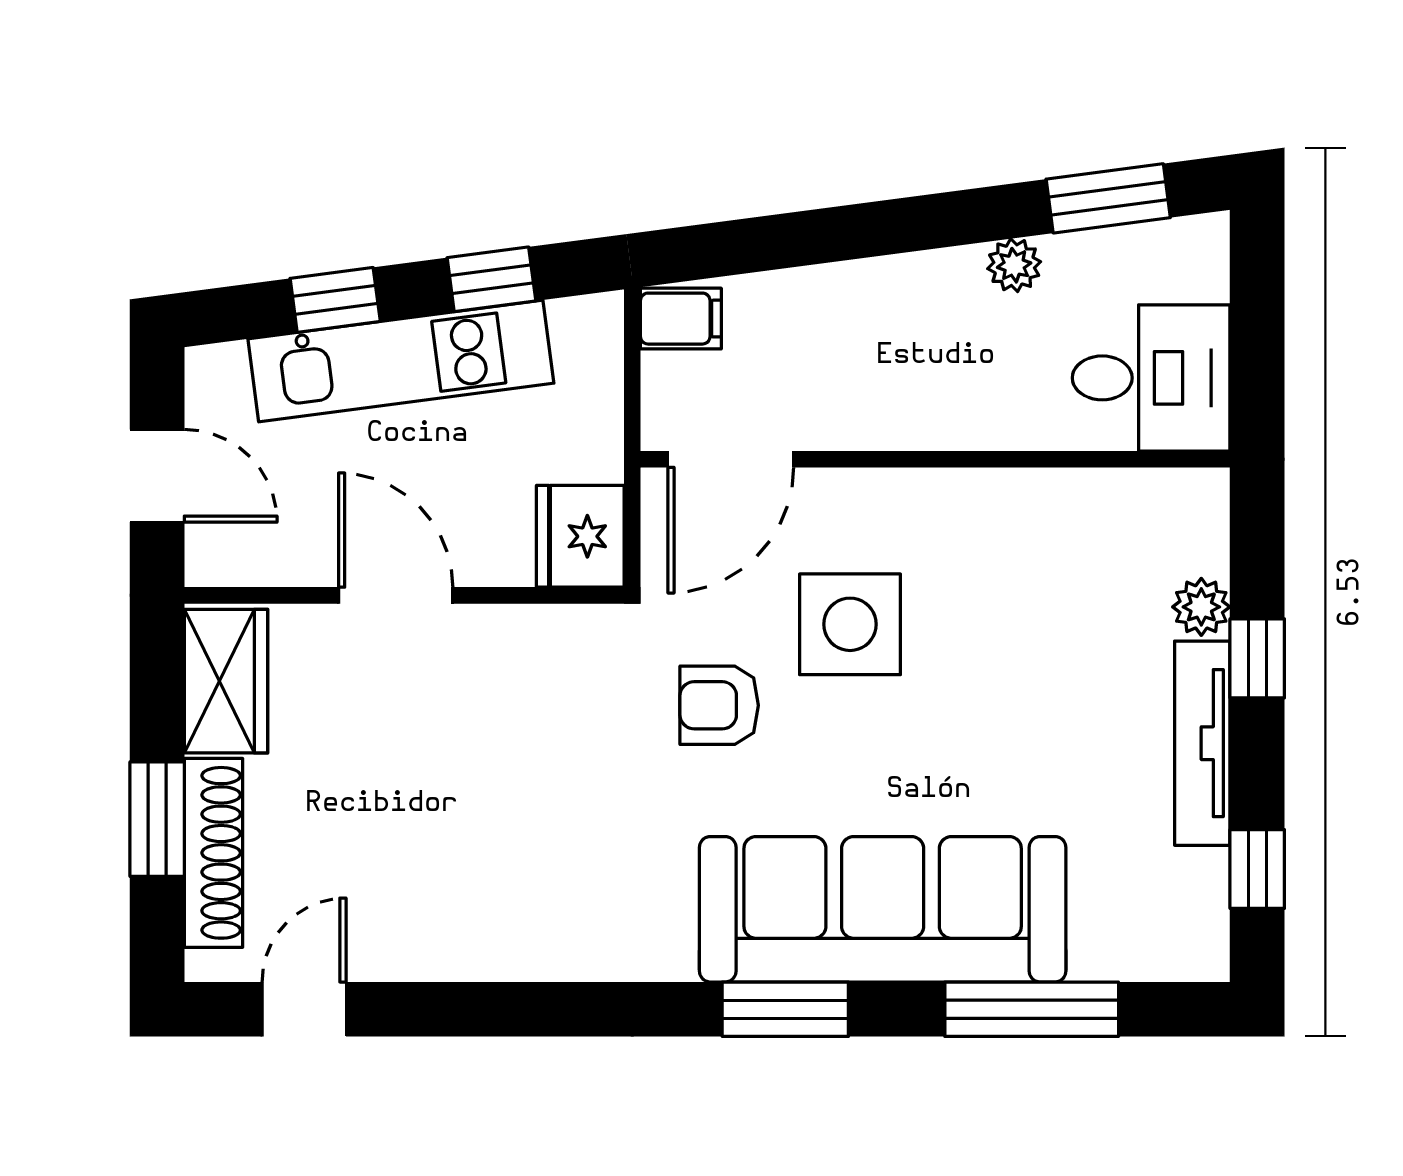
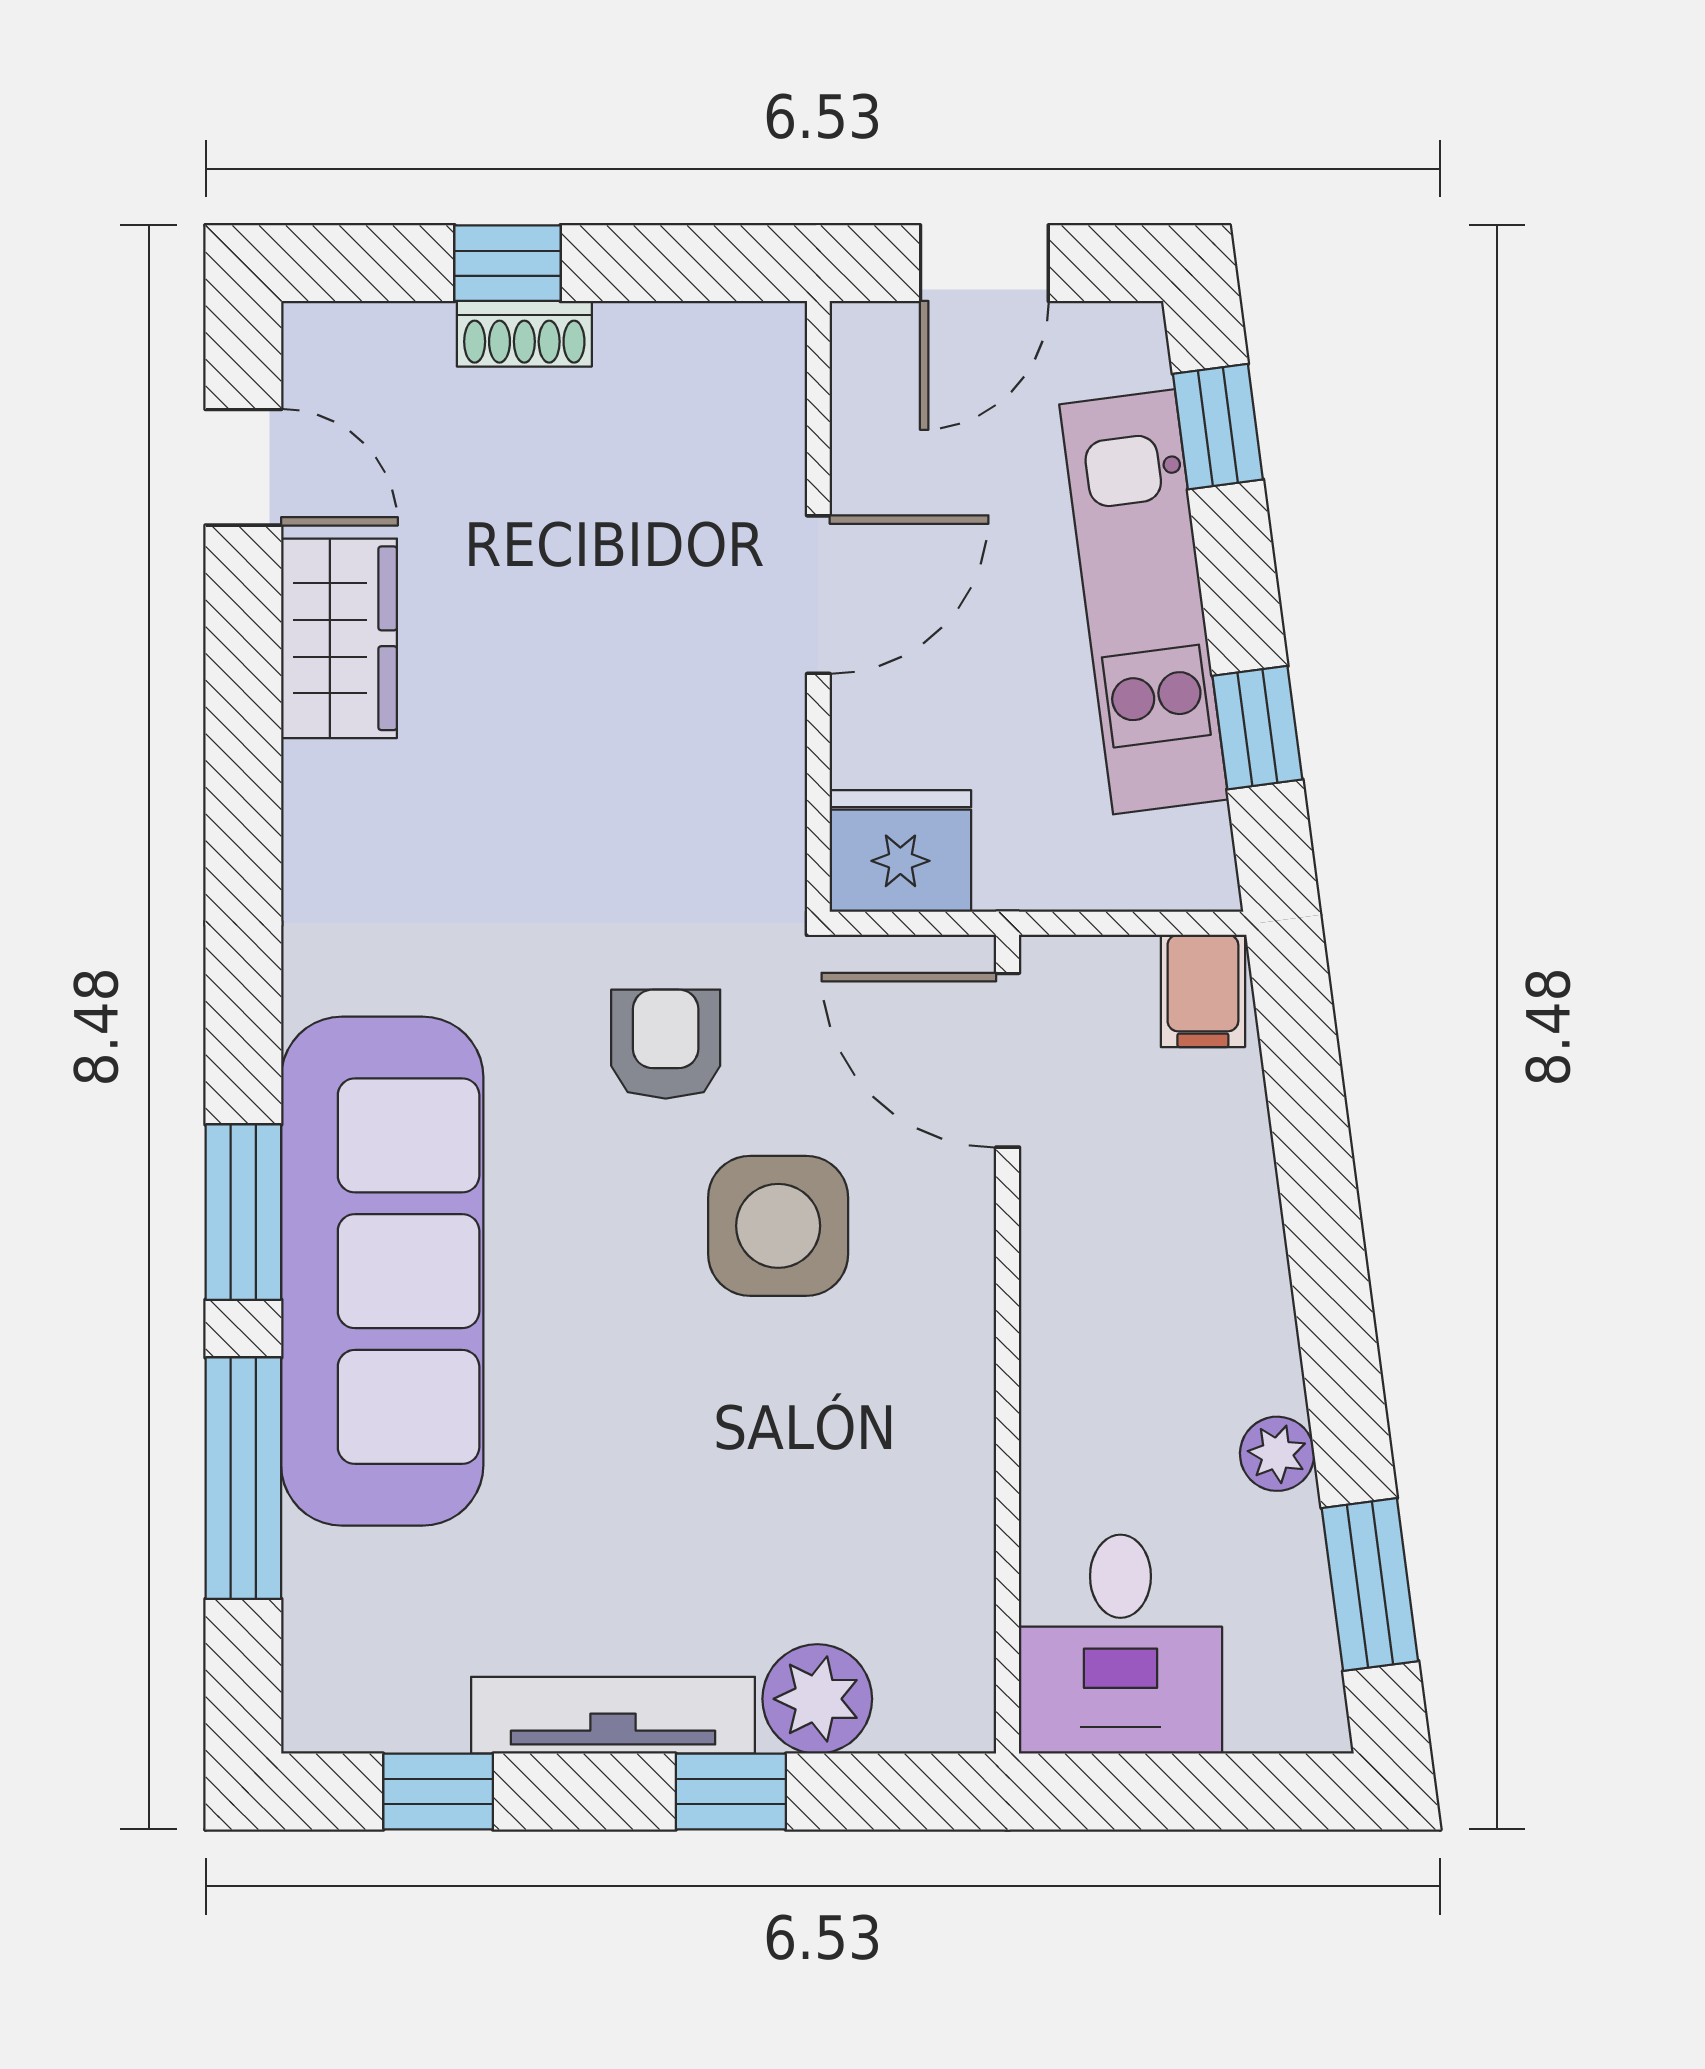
window: (335, 300) -> (1218, 427), moved
plant: (1201, 607) -> (817, 1699), width x1.38, depth x1.38
wardrobe: (226, 681) -> (339, 638), moved, turned -90
window: (157, 819) -> (508, 263), width x0.67
shoe rack: (214, 853) -> (524, 334), width x0.51, depth x0.81
window: (785, 1009) -> (243, 1212), moved

